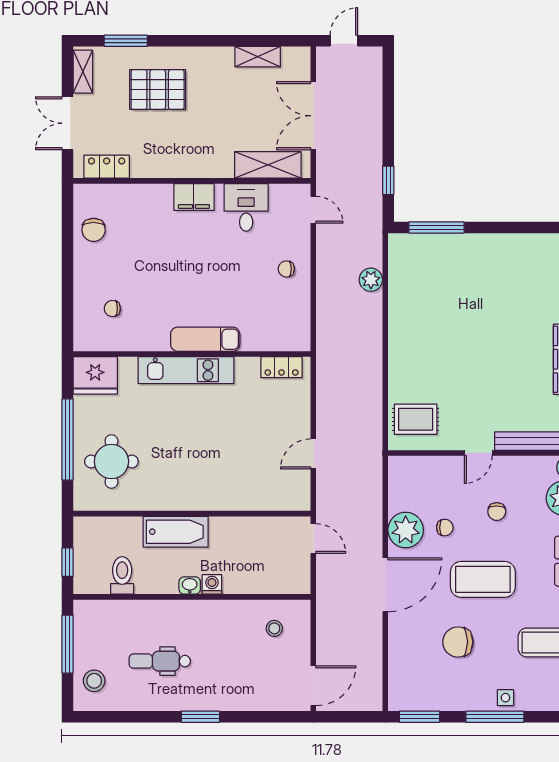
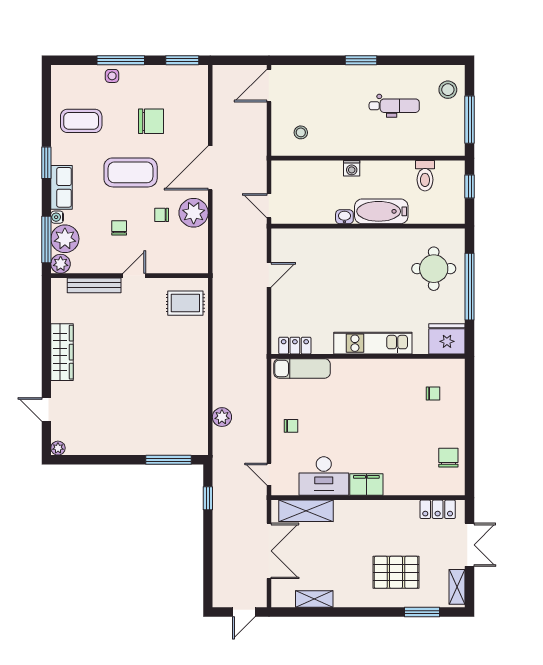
desk: (246, 207) -> (324, 476), width x1.37
exam couch: (205, 339) -> (302, 368), moved
washbasin: (190, 585) -> (344, 217), moved, turned 180

